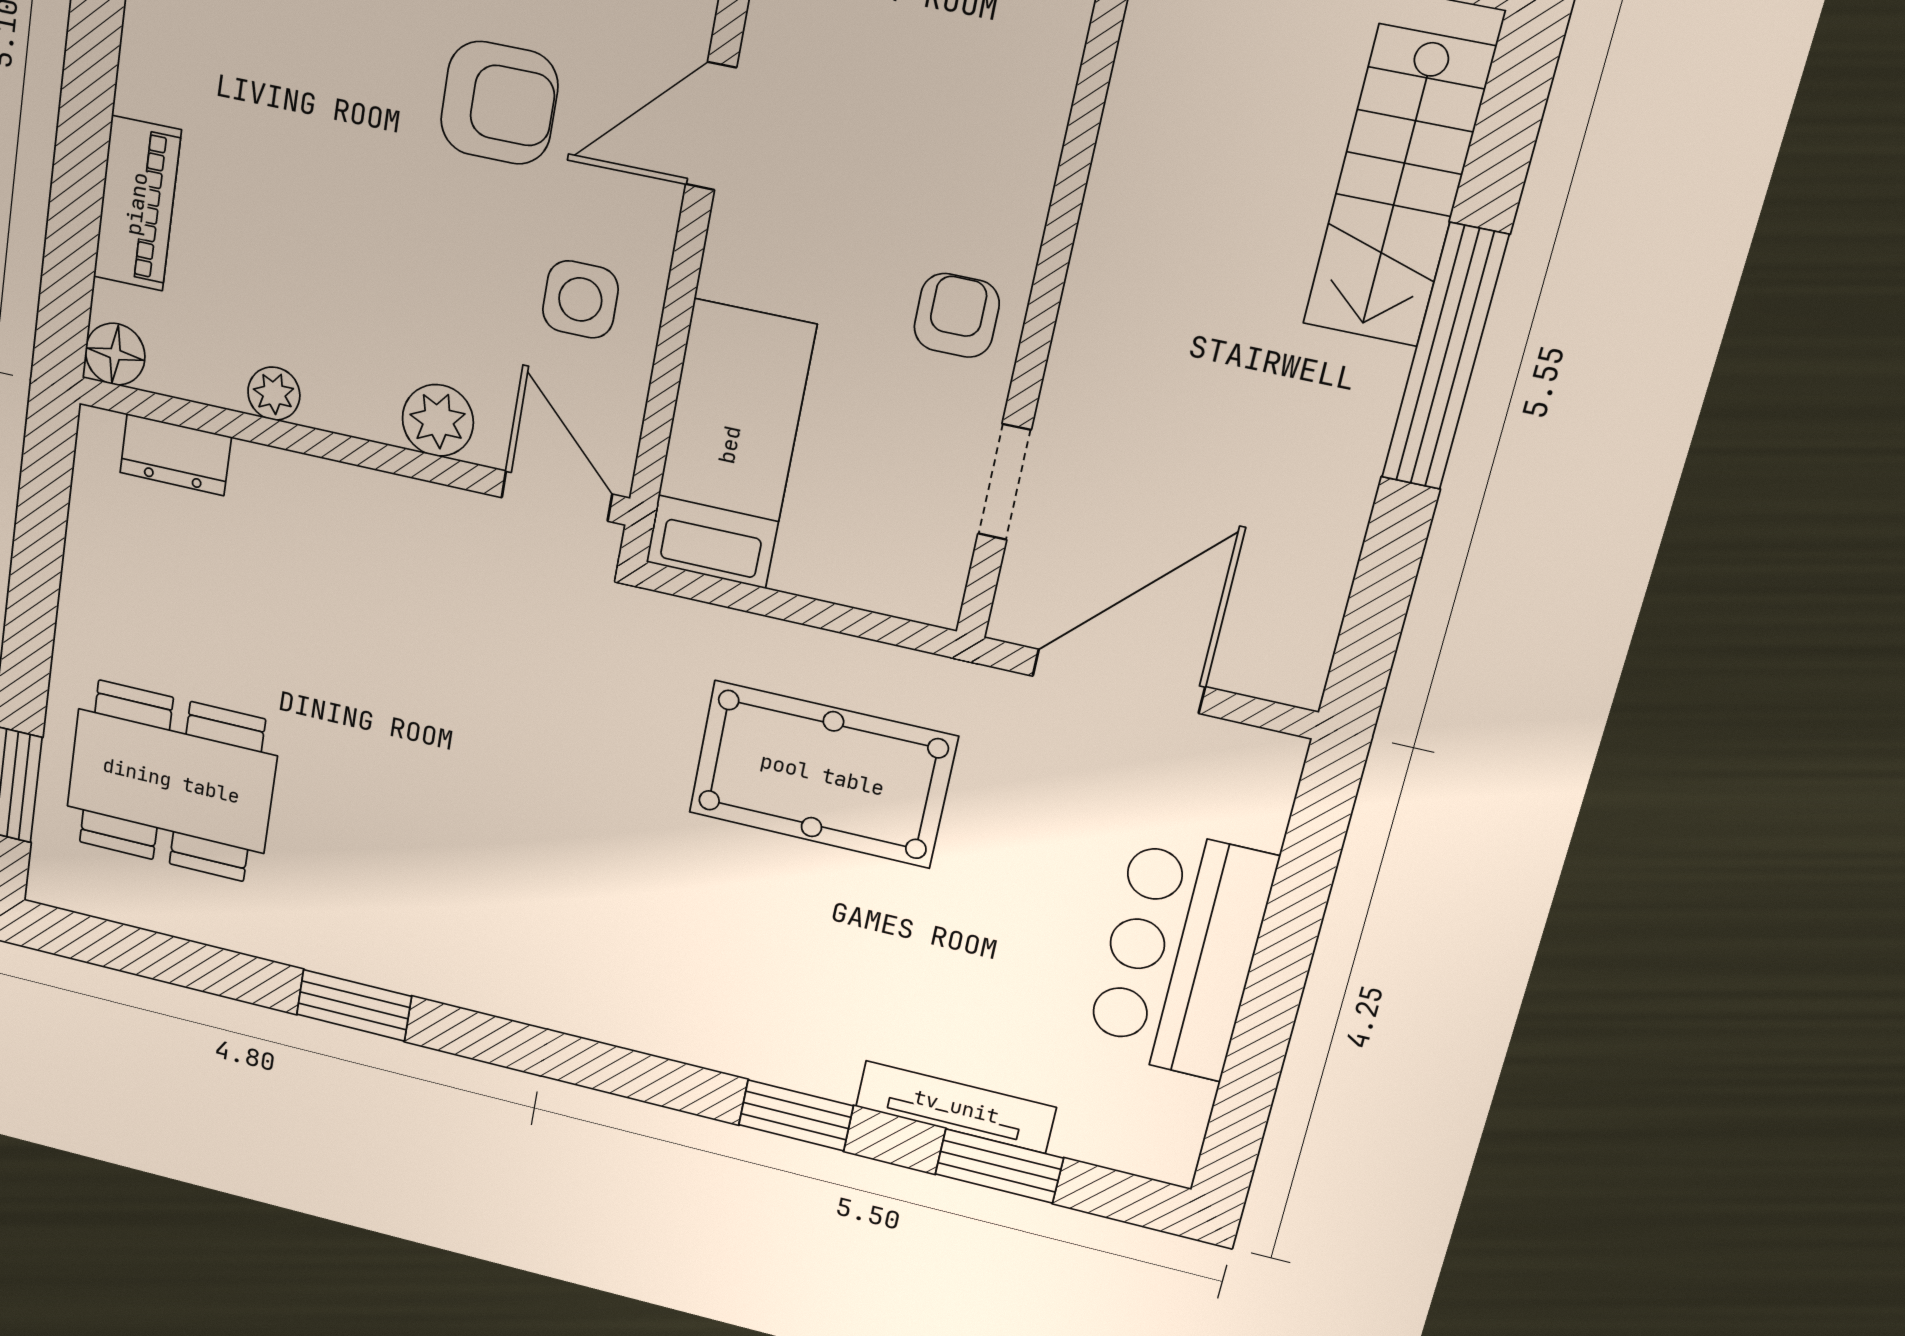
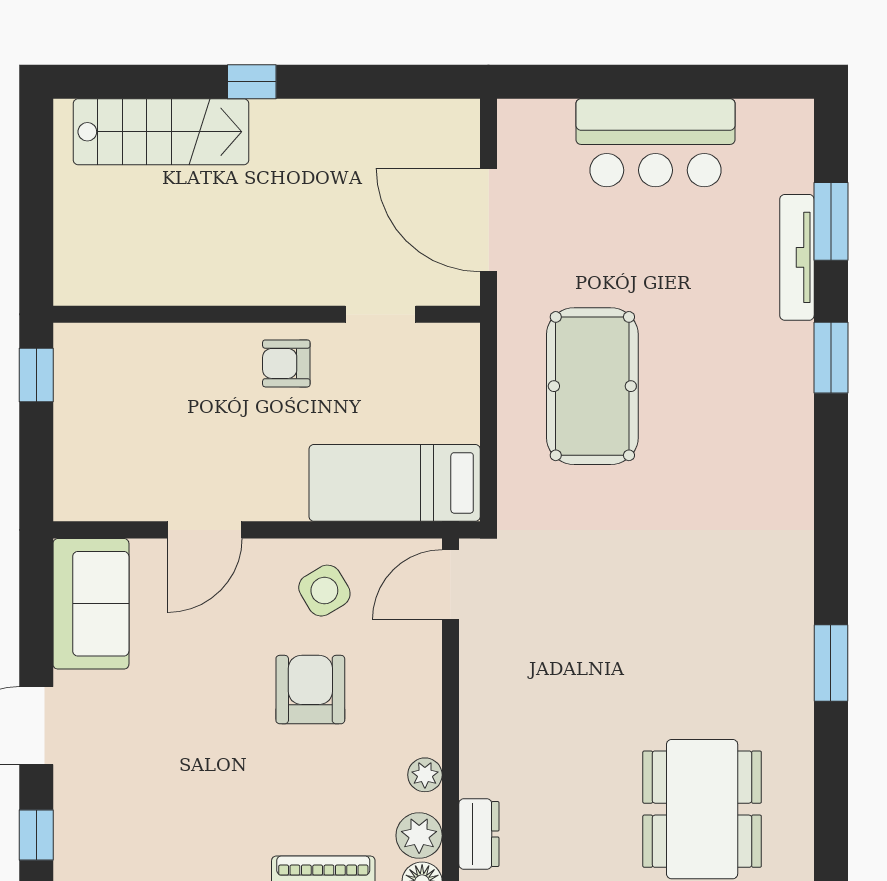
armchair: (499, 103) -> (310, 690), moved
door: (711, 126) -> (205, 530), hinge flipped
side table: (580, 299) -> (324, 591), turned -31
window: (1445, 357) -> (252, 82), width x0.32
plant: (438, 420) -> (419, 836), moved

